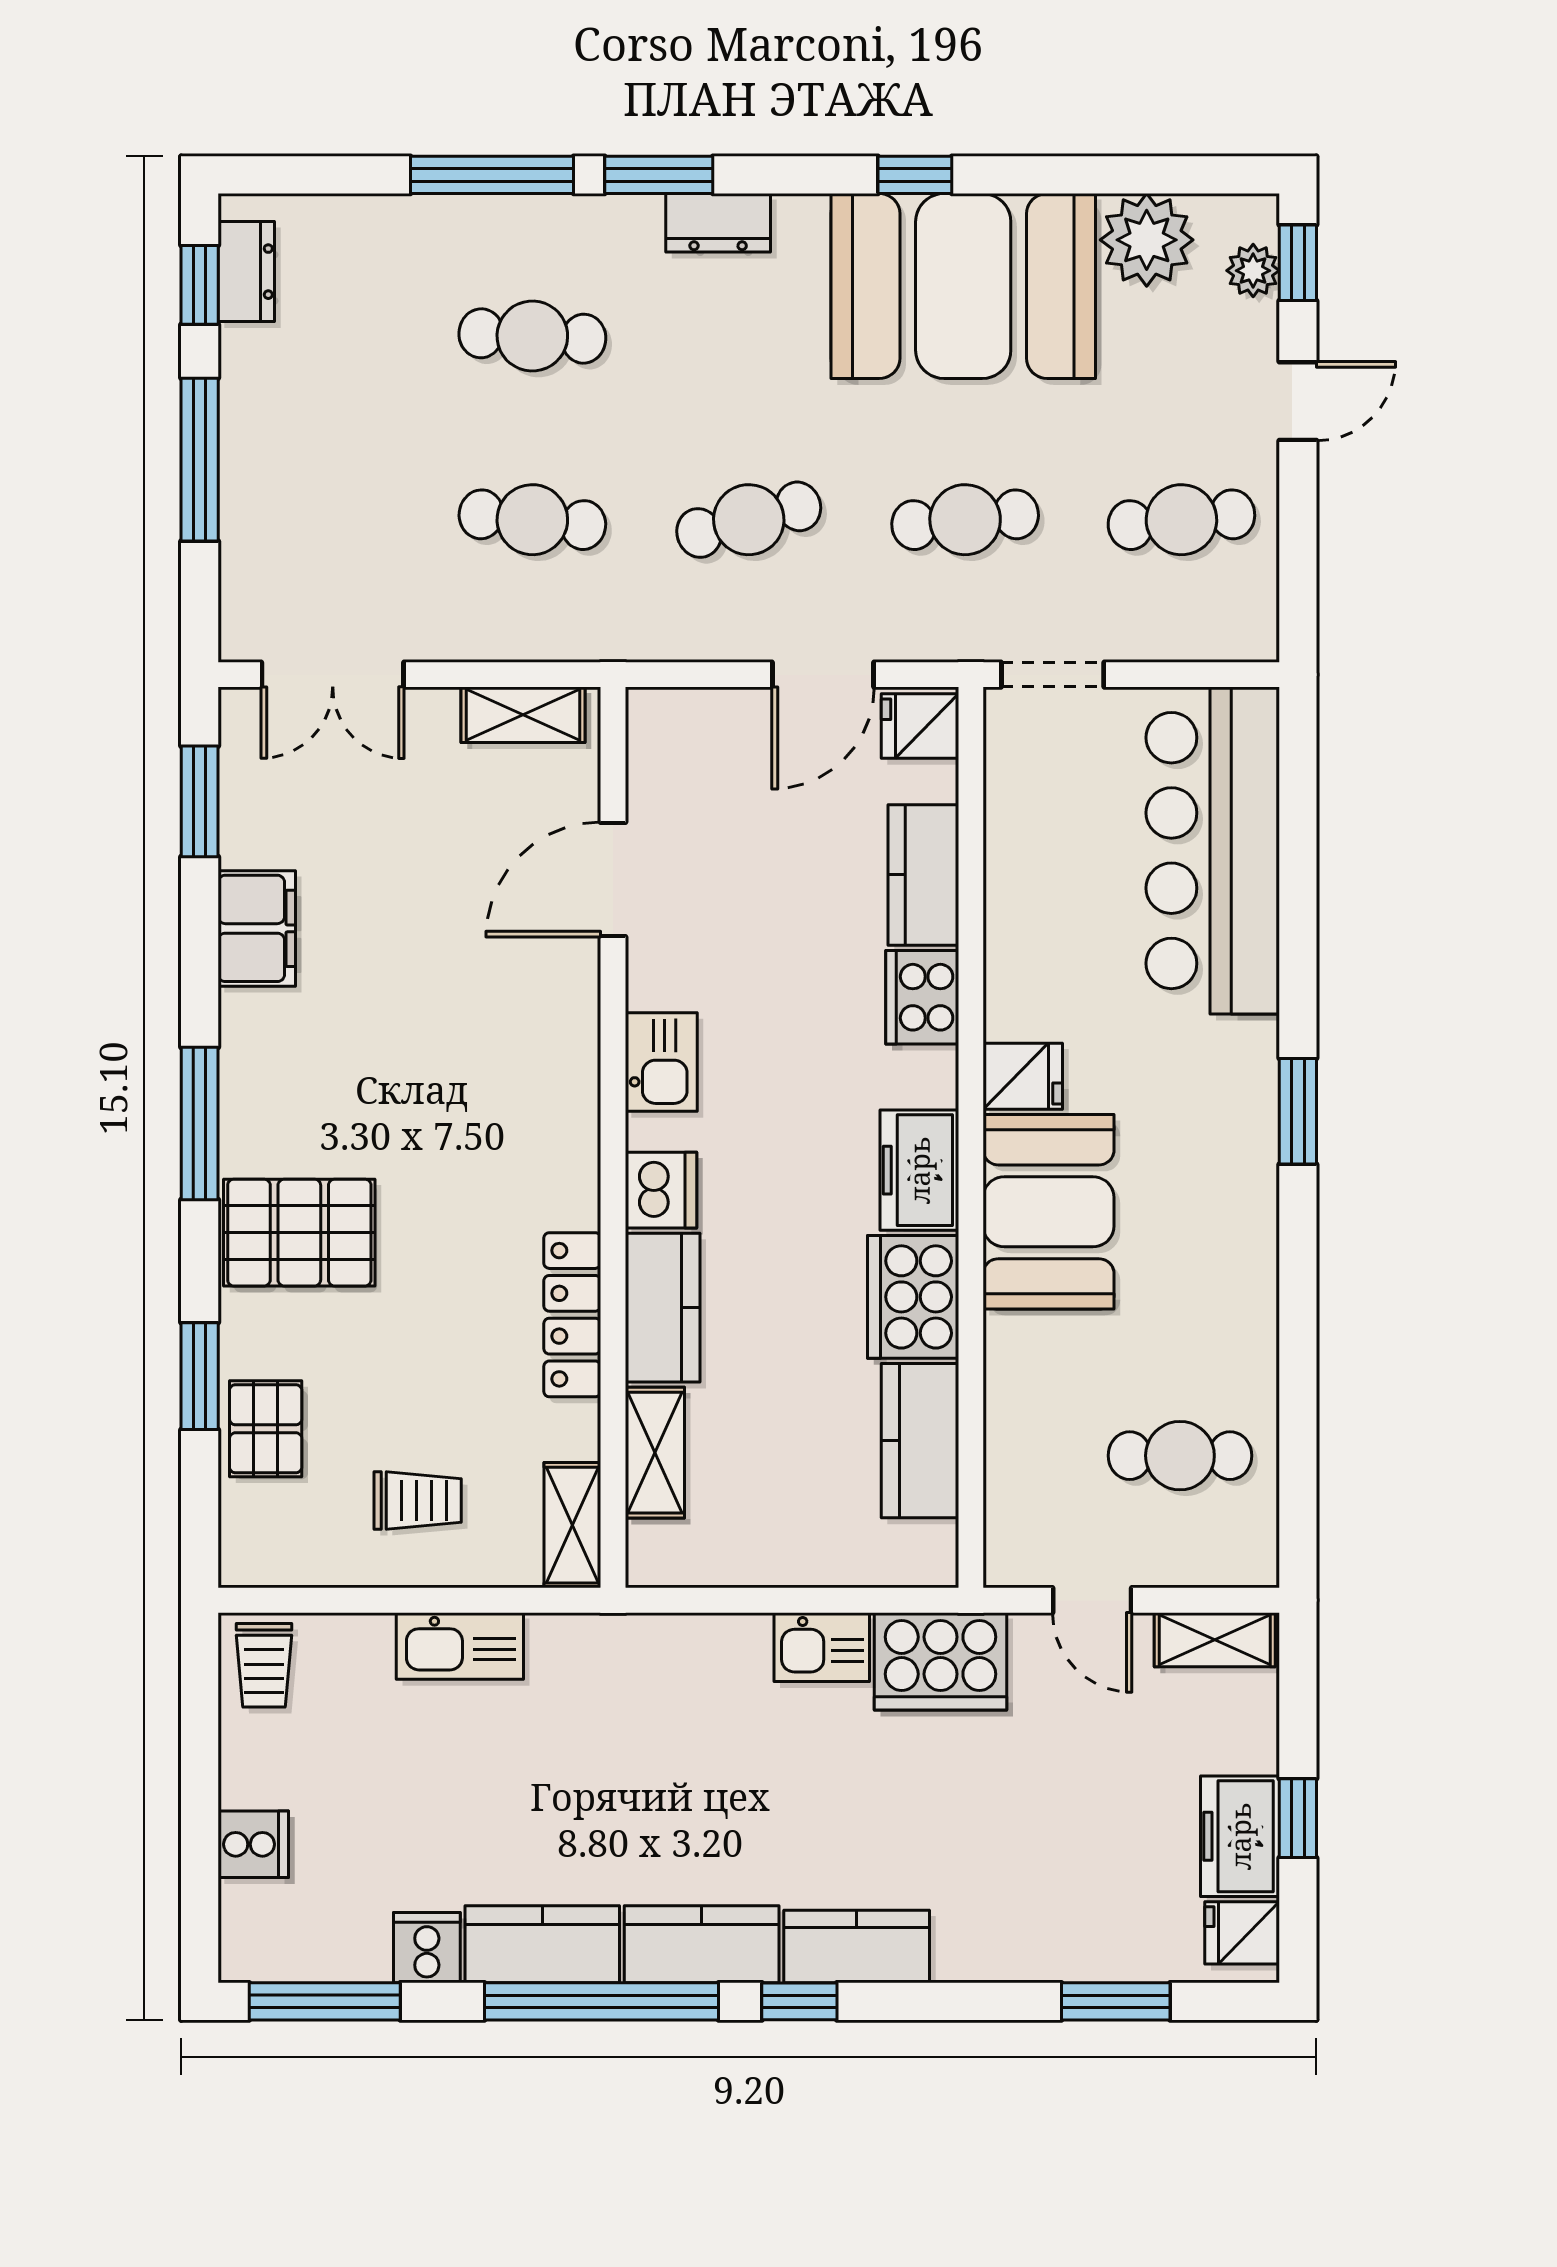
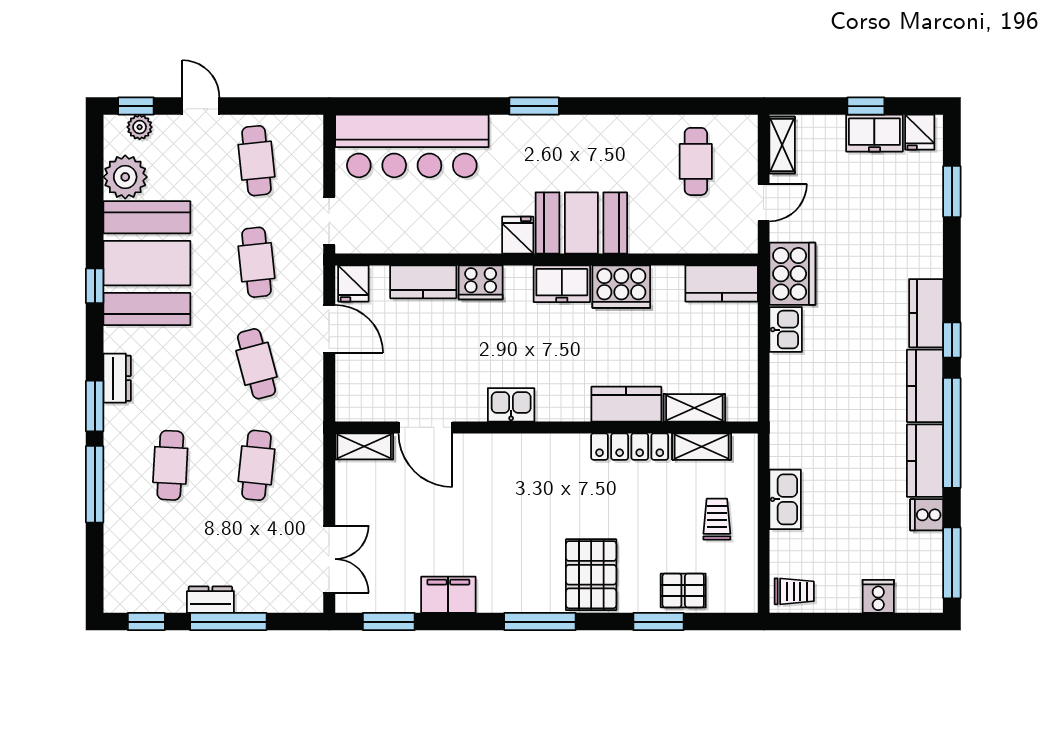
dresser: (246, 272) -> (210, 600), moved
shelving: (523, 715) -> (364, 446), moved, turned 90
dishwasher: (661, 1190) -> (571, 405), removed
kitchen counter: (920, 1441) -> (722, 283), moved
shelving: (572, 1525) -> (702, 447), moved

